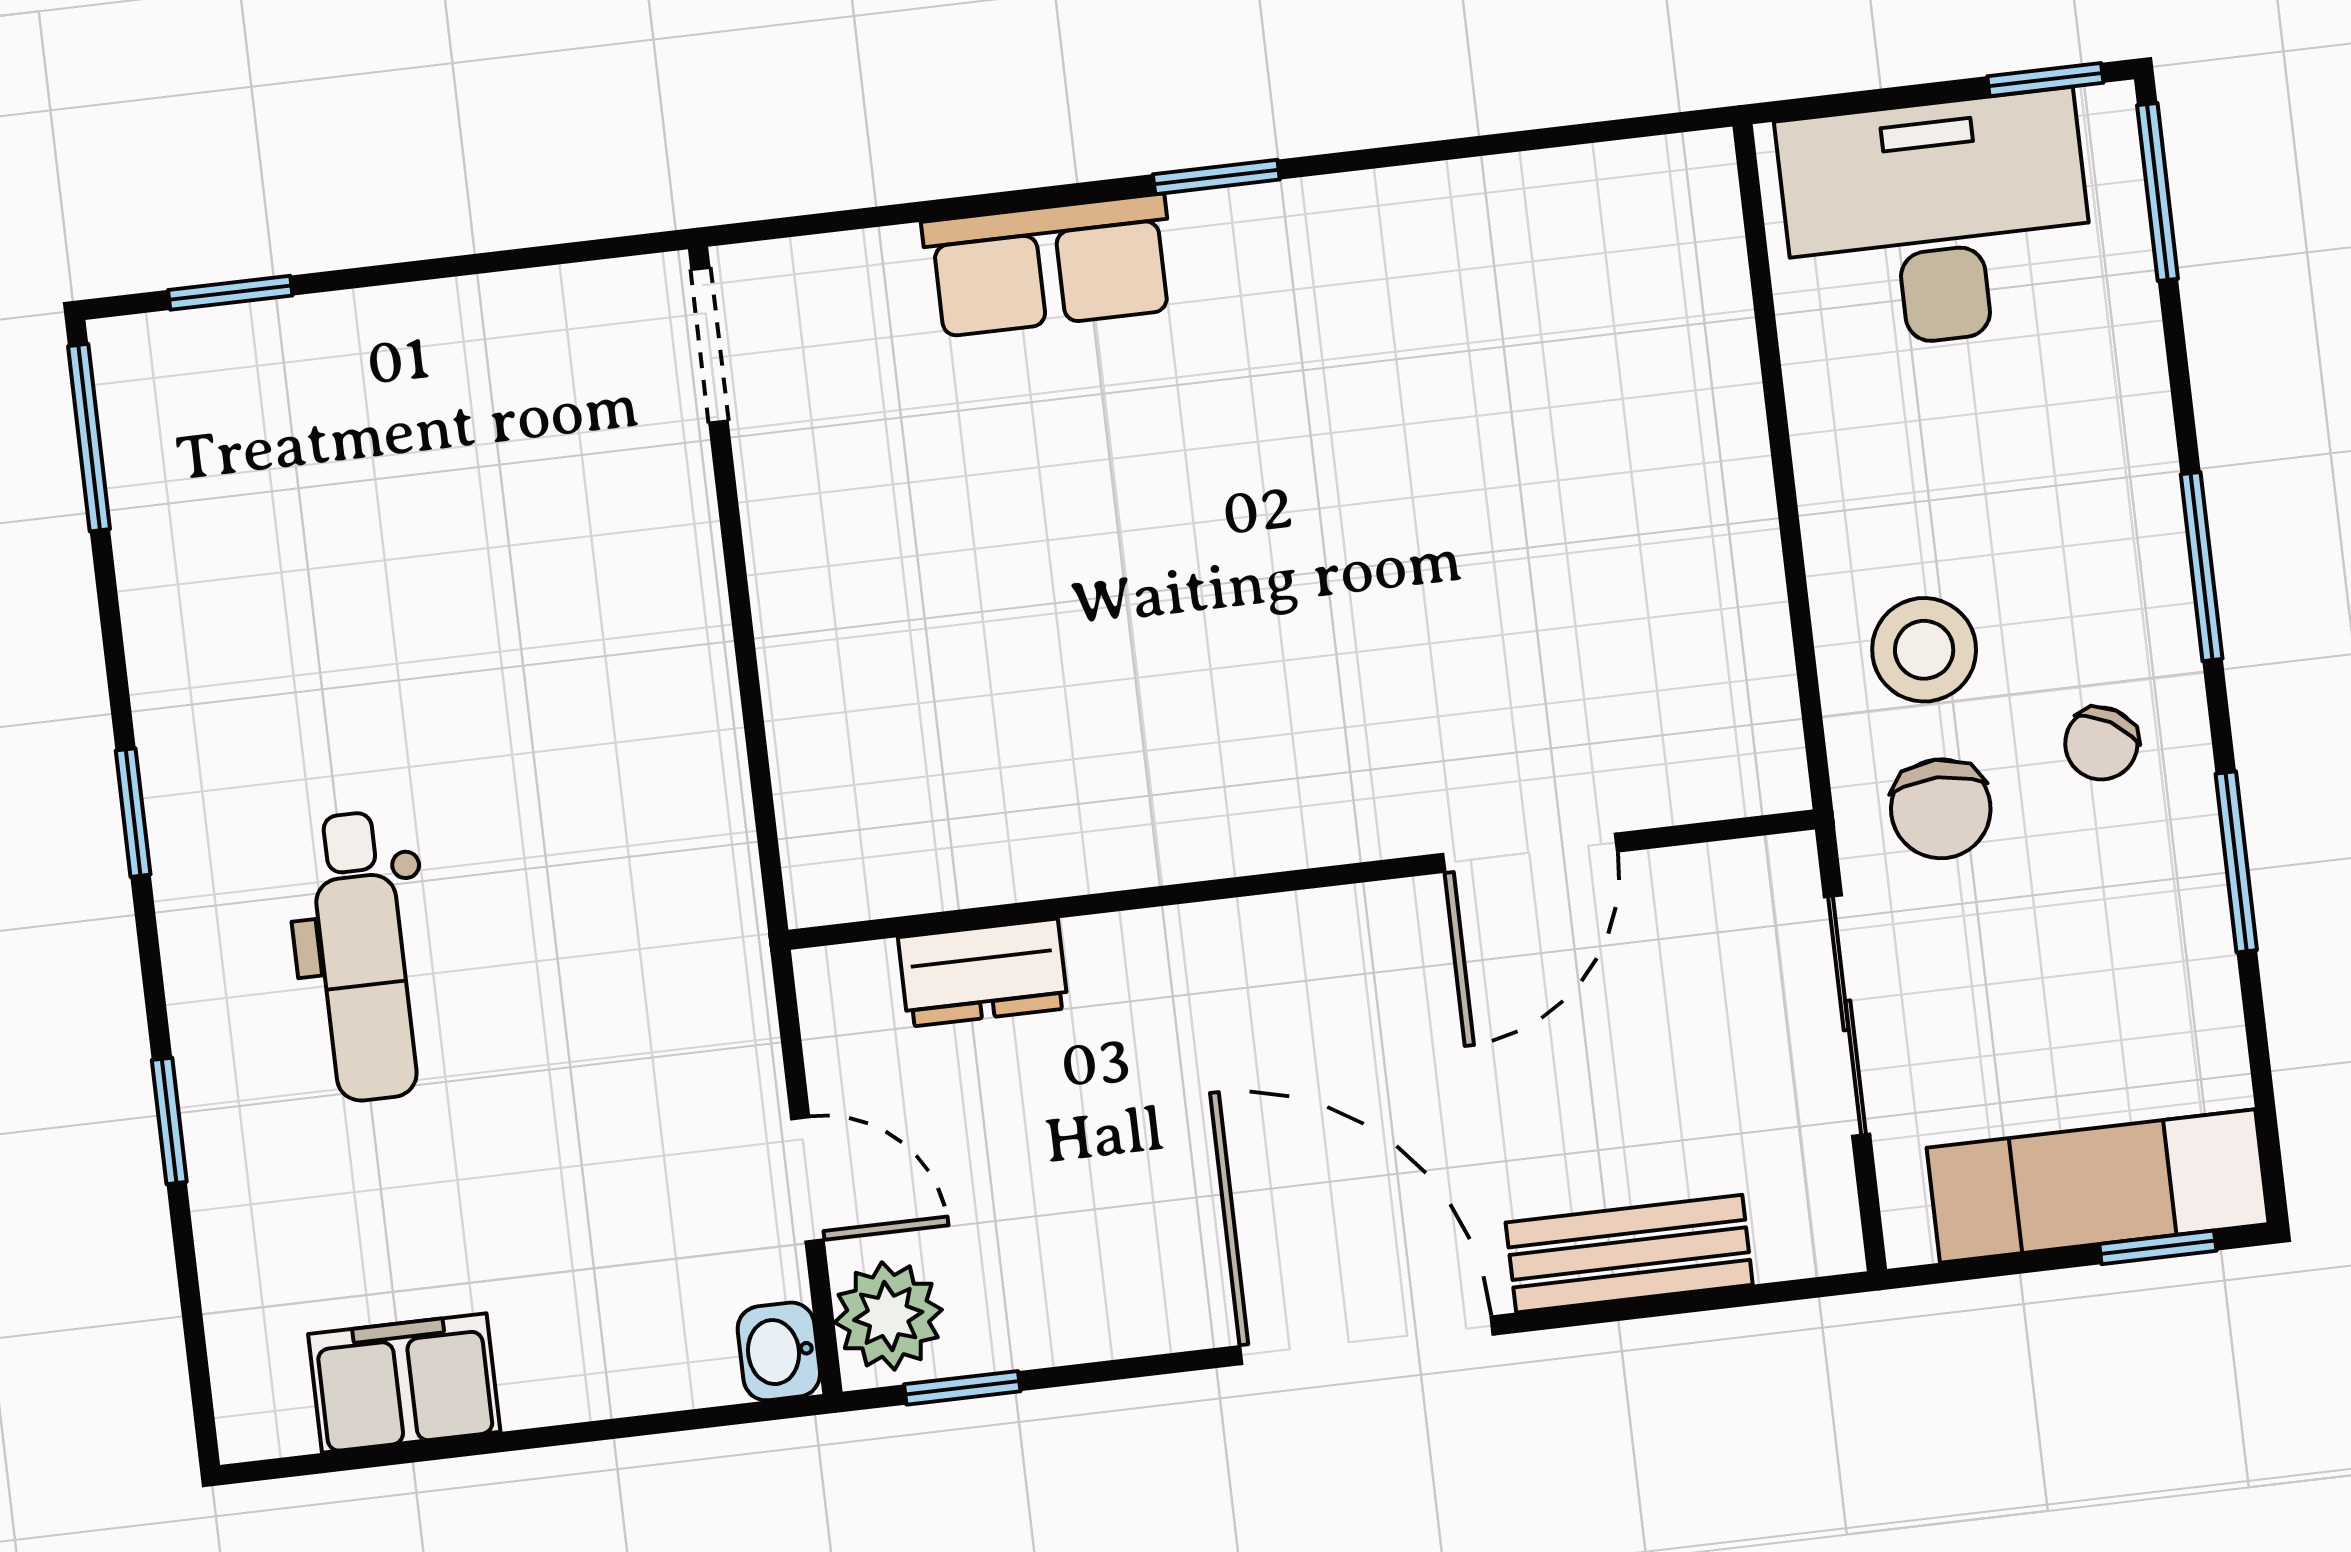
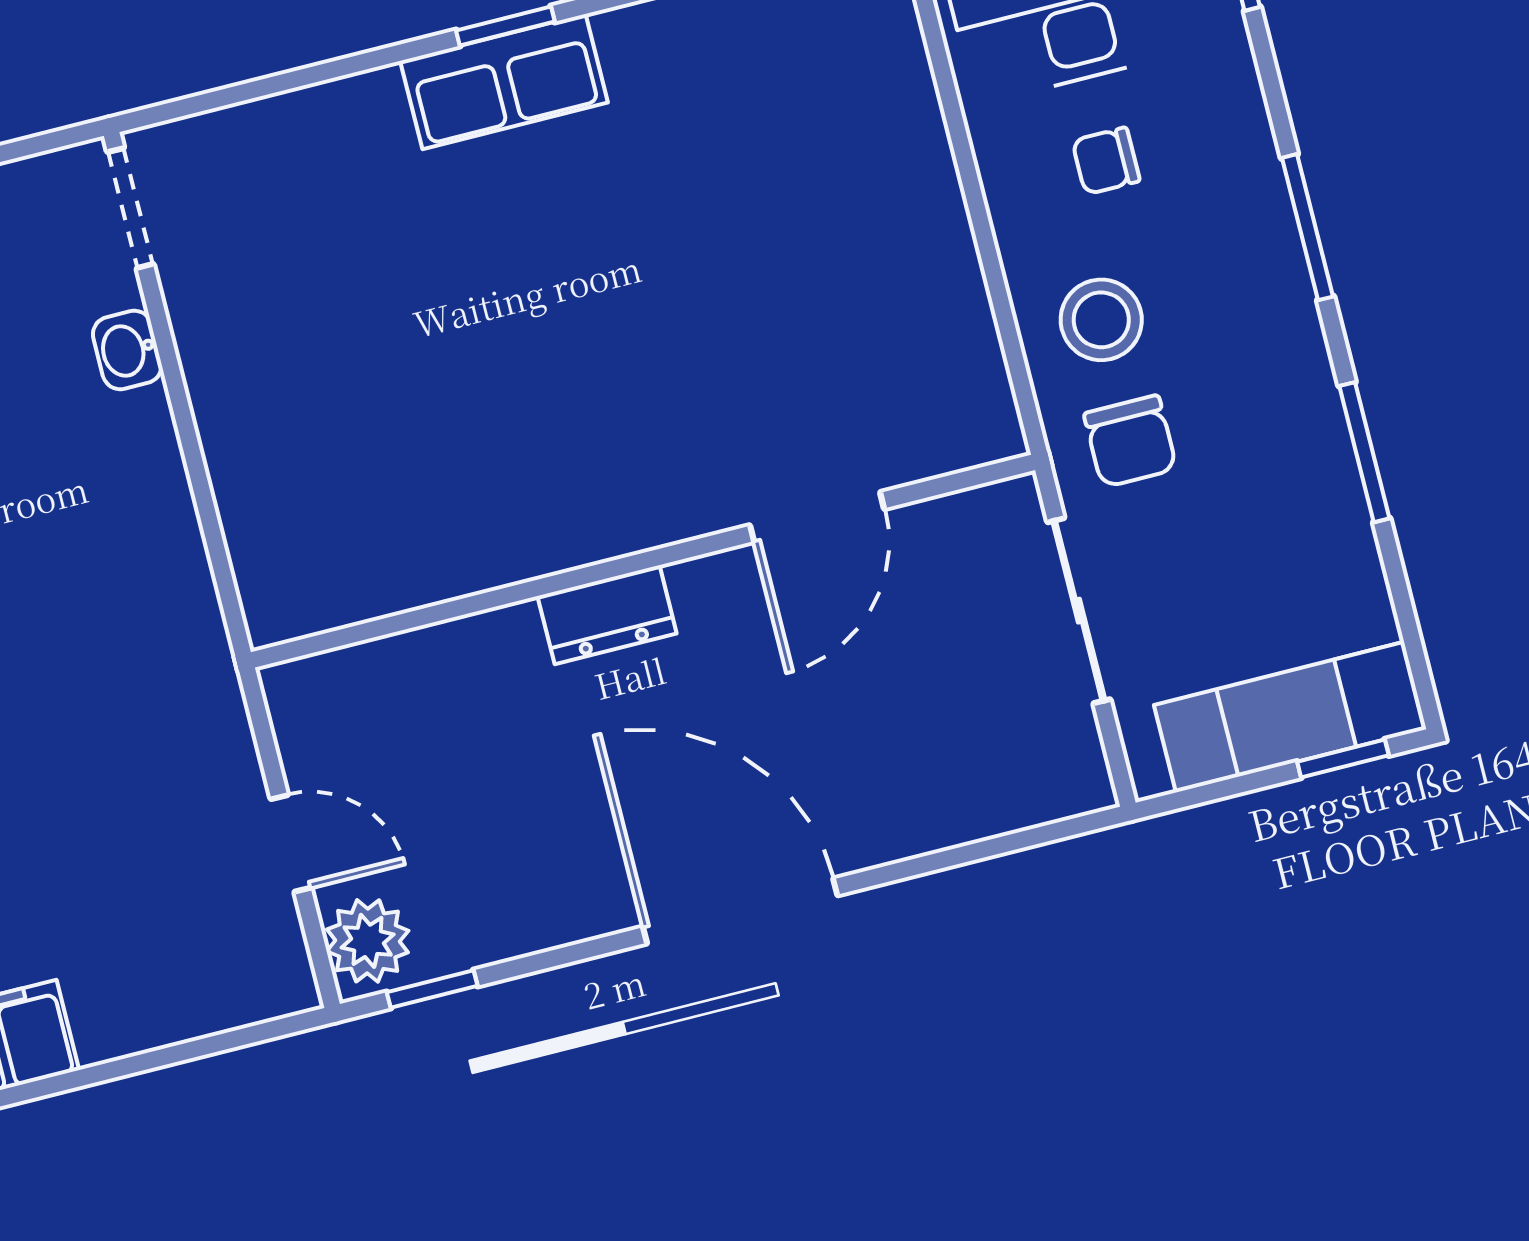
row of seats: (1049, 266) -> (504, 82), moved
chair: (2101, 744) -> (1106, 161), moved, turned 59
dresser: (983, 973) -> (607, 615), moved
bench: (1629, 1254) -> (935, 817), removed
washbasin: (779, 1351) -> (127, 350), moved

